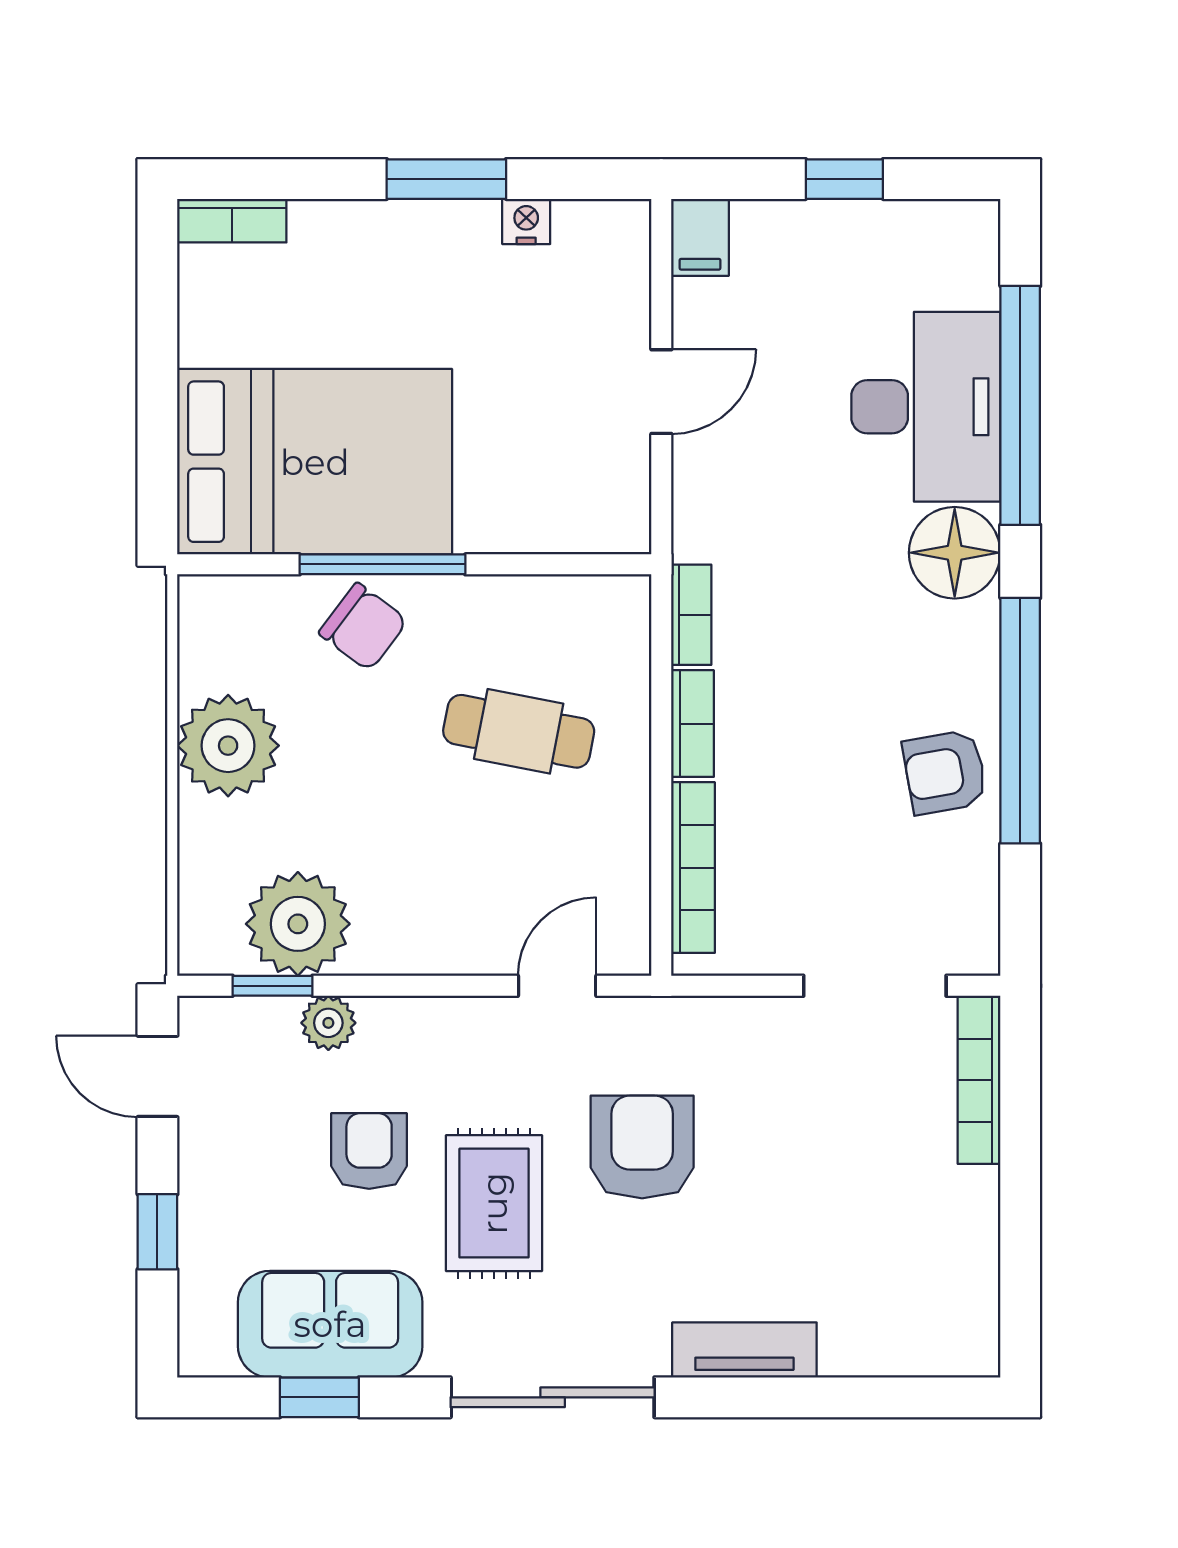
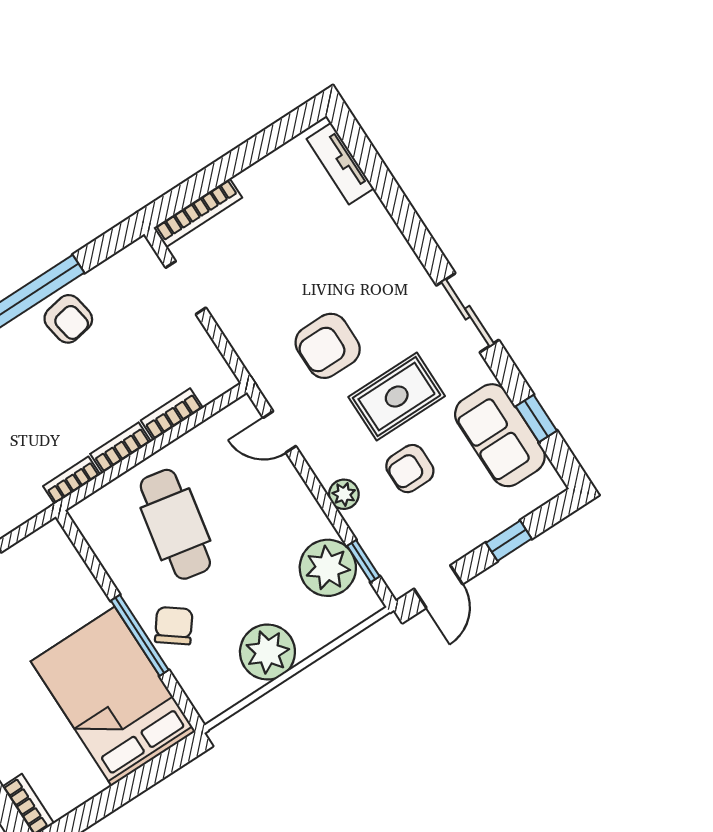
cafe table: (519, 731) -> (175, 524), width x1.37, depth x1.35
bookcase: (693, 868) -> (172, 414), width x0.64
doorway: (875, 986) -> (186, 288), width x0.73
plant: (328, 1023) -> (344, 494), moved
tv unit: (744, 1350) -> (340, 164), moved
sliding door: (553, 1397) -> (468, 313), width x0.73

